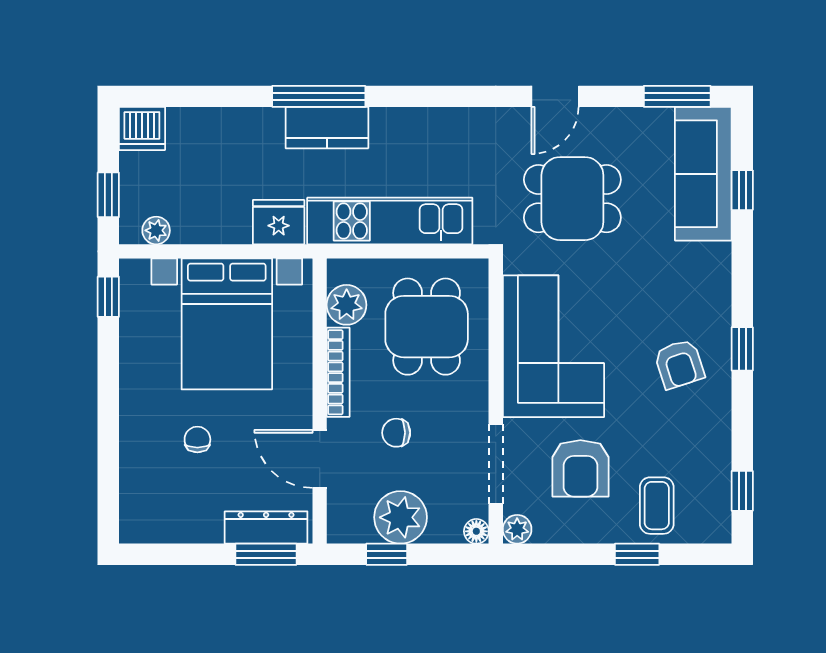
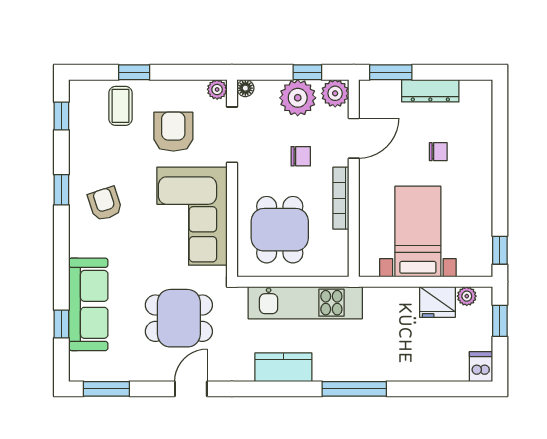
kitchen counter: (327, 128) -> (283, 367), moved
dishwasher: (142, 129) -> (481, 367), width x0.73
sofa: (703, 174) -> (88, 304), moved
fridge: (279, 222) -> (437, 302), moved
plant: (347, 305) -> (335, 93), moved
bed with nightstands: (227, 324) -> (418, 232), width x0.73
window: (742, 349) -> (61, 190), moved
chair: (197, 439) -> (438, 152), turned -90
door: (320, 459) -> (354, 138), hinge flipped
dresser: (266, 527) -> (430, 91), moved

